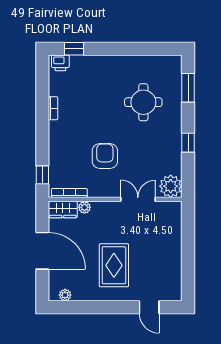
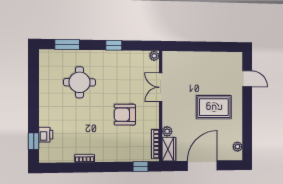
printer: (60, 63) -> (46, 135), moved
plant: (171, 186) -> (154, 56), width x0.53, depth x0.53
door: (149, 307) -> (247, 79), hinge flipped

